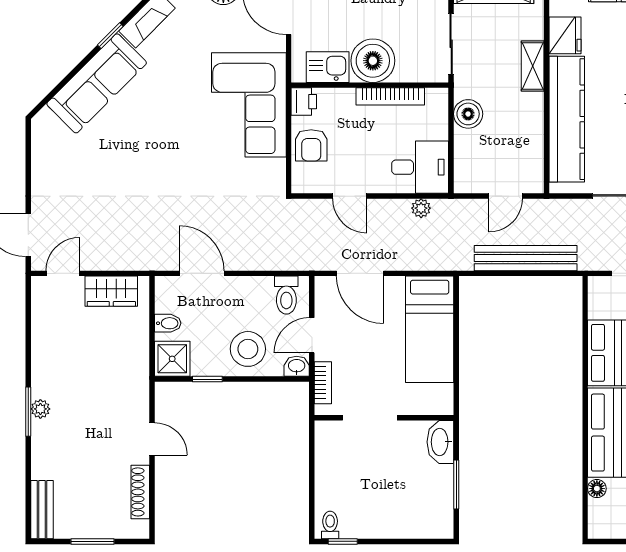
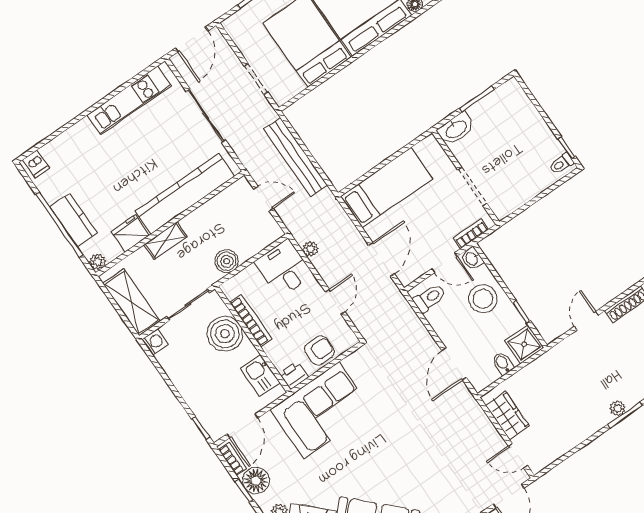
boiler: (373, 61) -> (225, 334), moved

